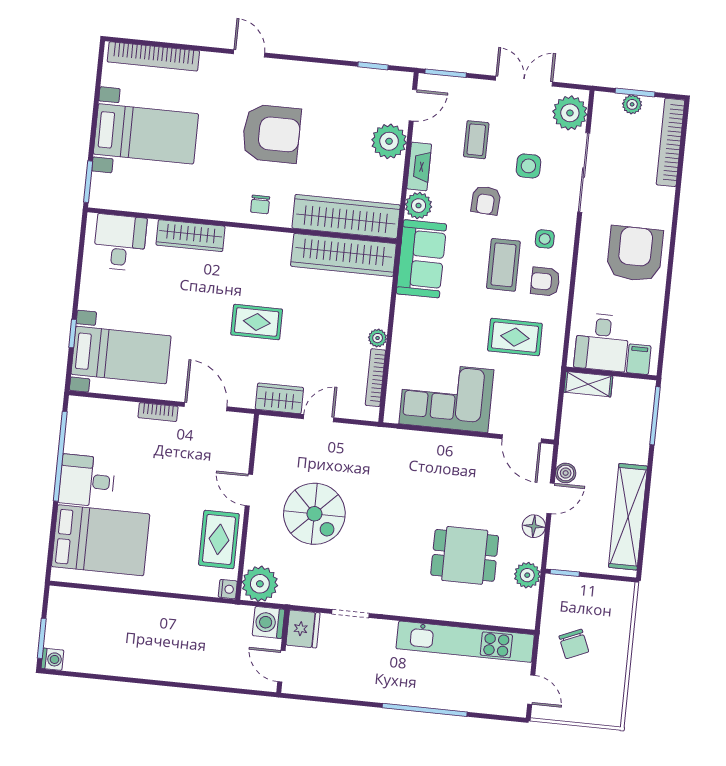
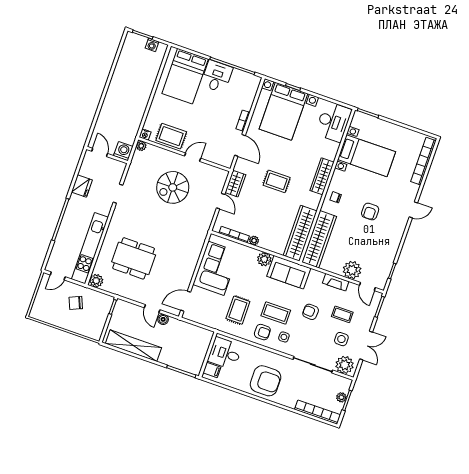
bed with nightstands: (146, 134) -> (367, 156), moved, turned -90
armchair: (271, 134) -> (370, 211), width x0.53, depth x0.53
side table: (528, 166) -> (341, 339), moved
plant: (419, 206) -> (264, 259), moved
wardrobe: (190, 236) -> (322, 176), moved
desk: (120, 242) -> (333, 122), width x1.37
armchair: (545, 282) -> (262, 332), turned 90
rug: (257, 322) -> (277, 181), turned 90
bed with nightstands: (121, 355) -> (283, 111), width x1.36
shelving: (588, 384) -> (205, 341), removed
door: (206, 407) -> (240, 145), hinge flipped
floor lamp: (534, 526) -> (140, 297), removed
dining table: (465, 555) -> (134, 258), width x1.38
plant: (527, 575) -> (96, 281), moved
plant: (260, 584) -> (141, 146), width x0.53, depth x0.53
fridge: (303, 629) -> (82, 186), moved, turned -90
washing machine: (52, 659) -> (152, 45), moved
door: (281, 666) -> (100, 152), hinge flipped

